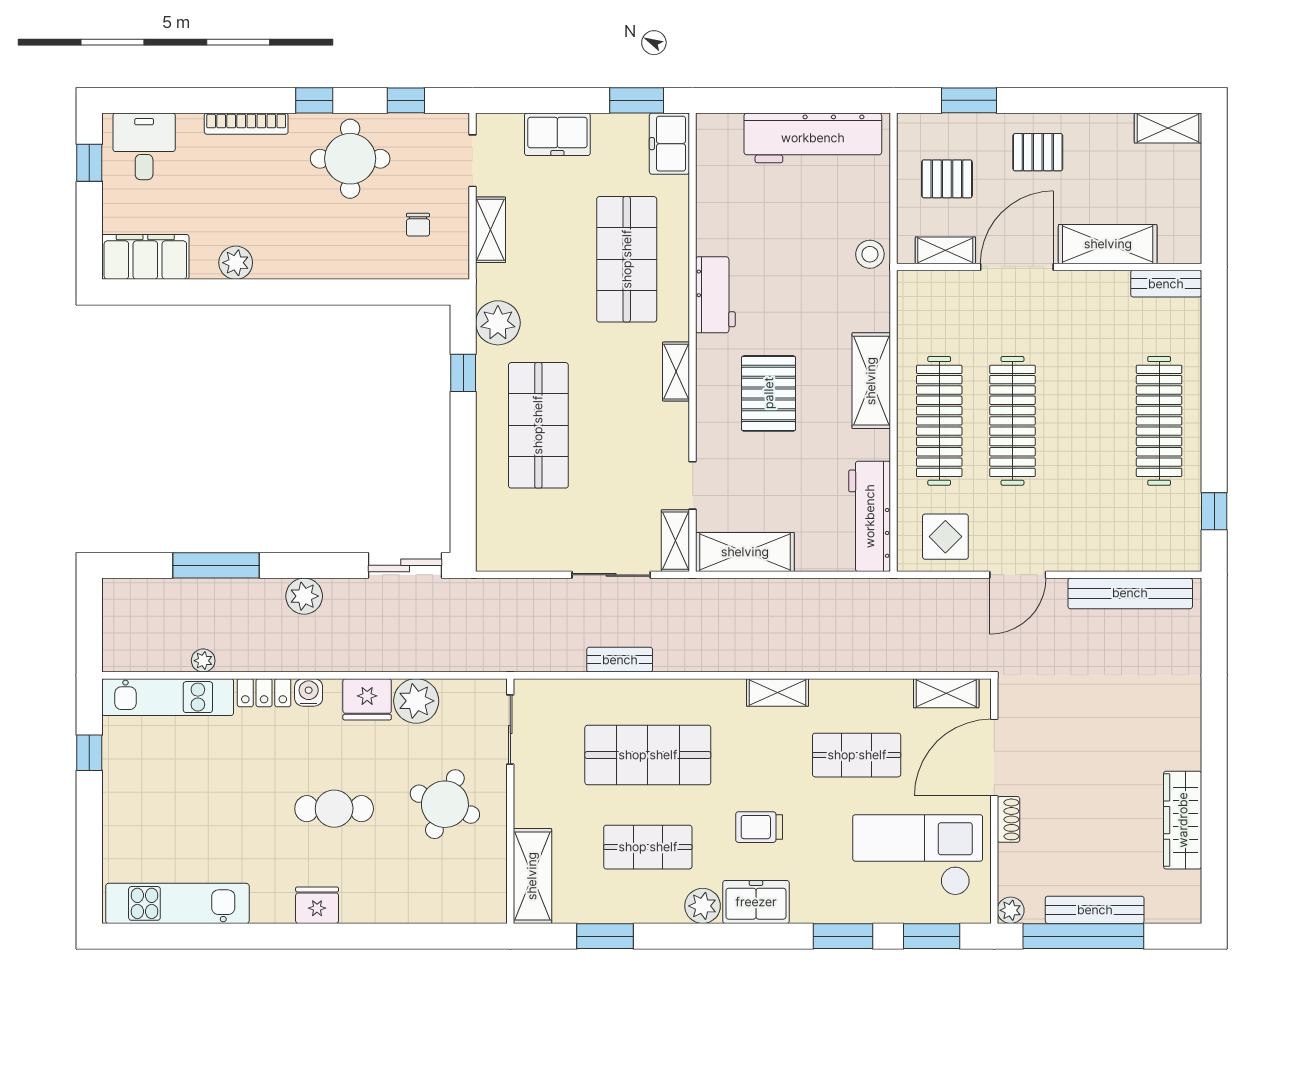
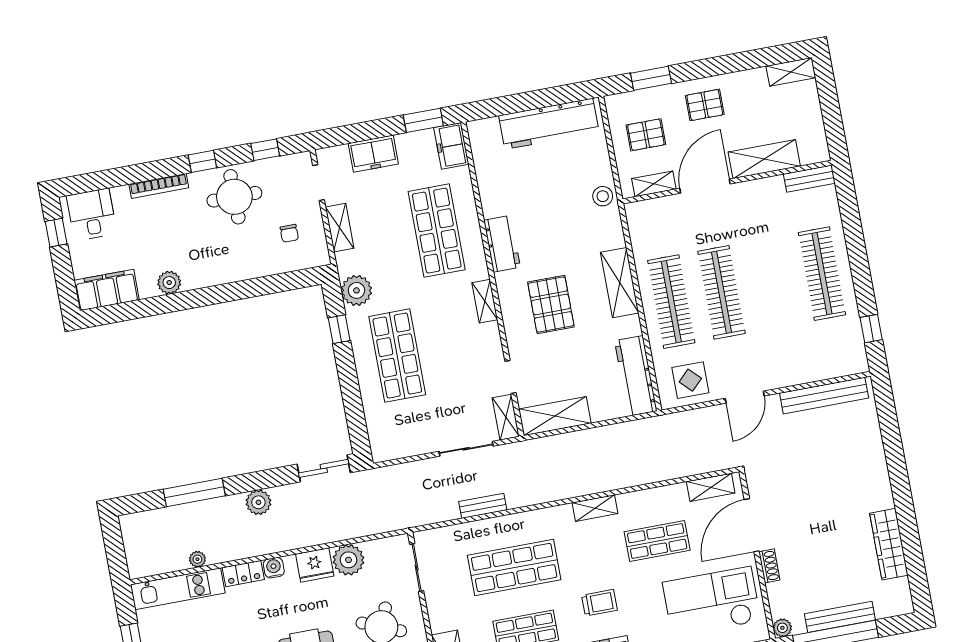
trolley: (759, 827) -> (599, 603), turned 180

